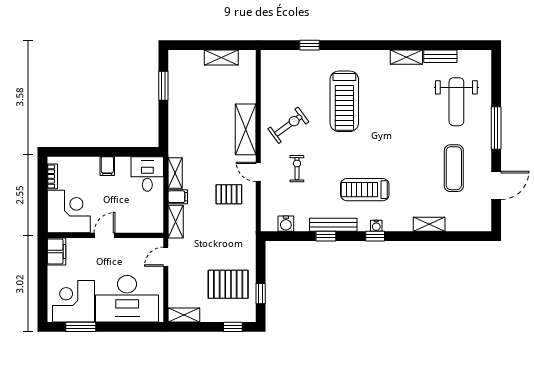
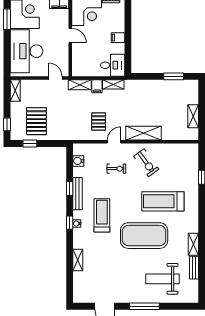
exercise mat: (454, 168) -> (144, 236), moved, width x2.00, depth x1.45

